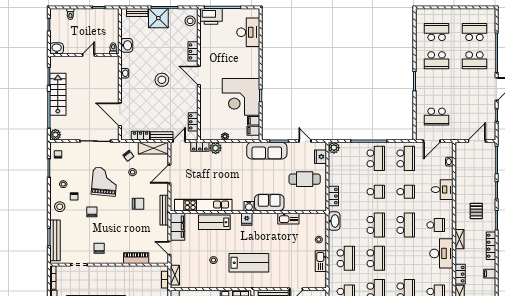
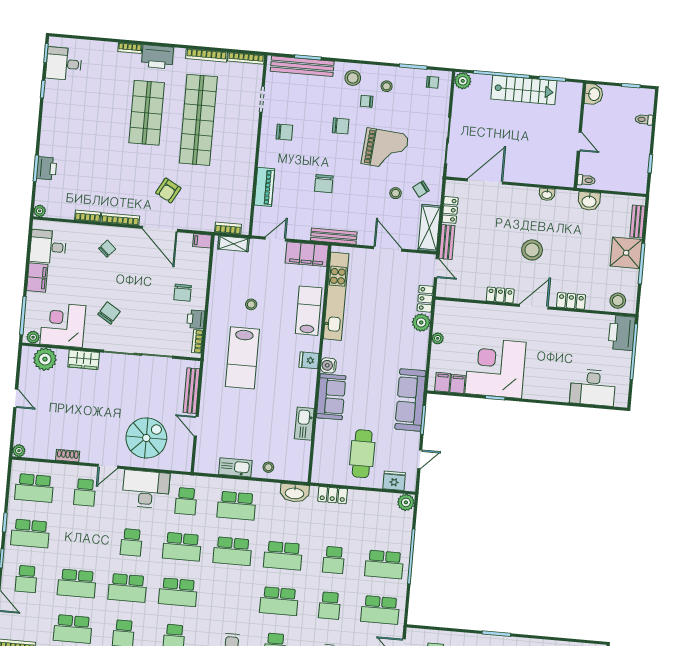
locker: (193, 122) -> (500, 295), moved
chair: (138, 204) -> (324, 184), moved

